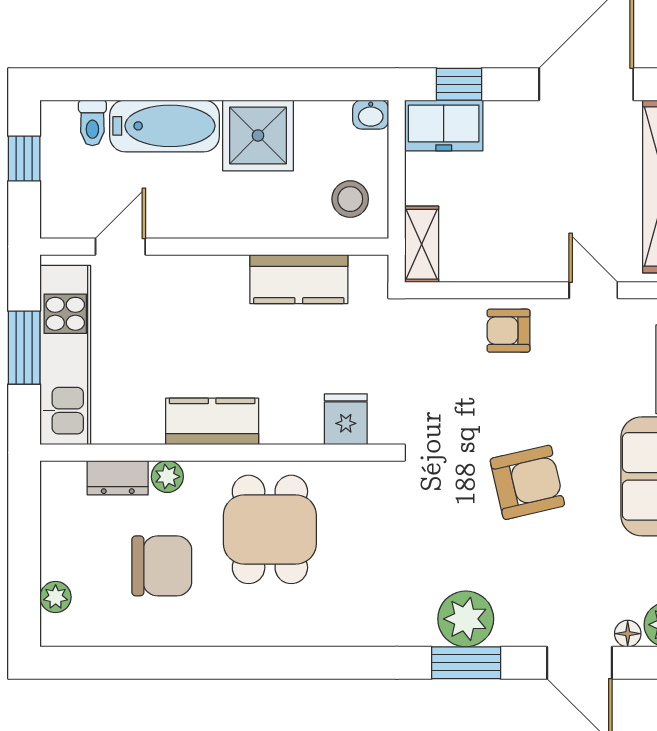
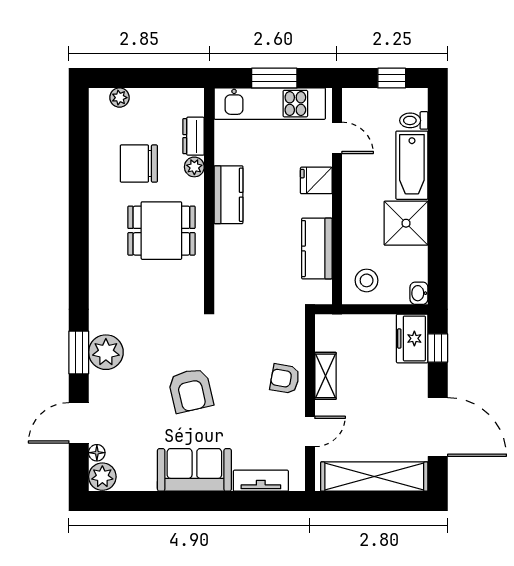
shelving: (422, 244) -> (325, 376), moved, turned 90
armchair: (509, 331) -> (285, 379), turned -80
fridge: (346, 419) -> (316, 180), moved, turned 180
chair: (162, 566) -> (139, 164), turned 90

